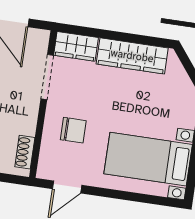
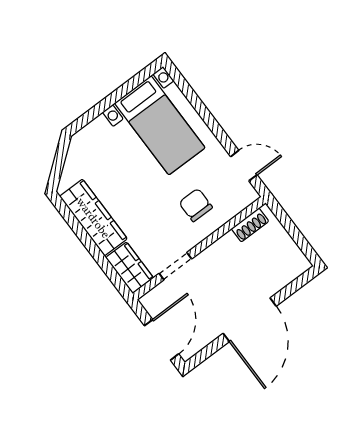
doorway: (47, 77) -> (175, 266), width x0.73

